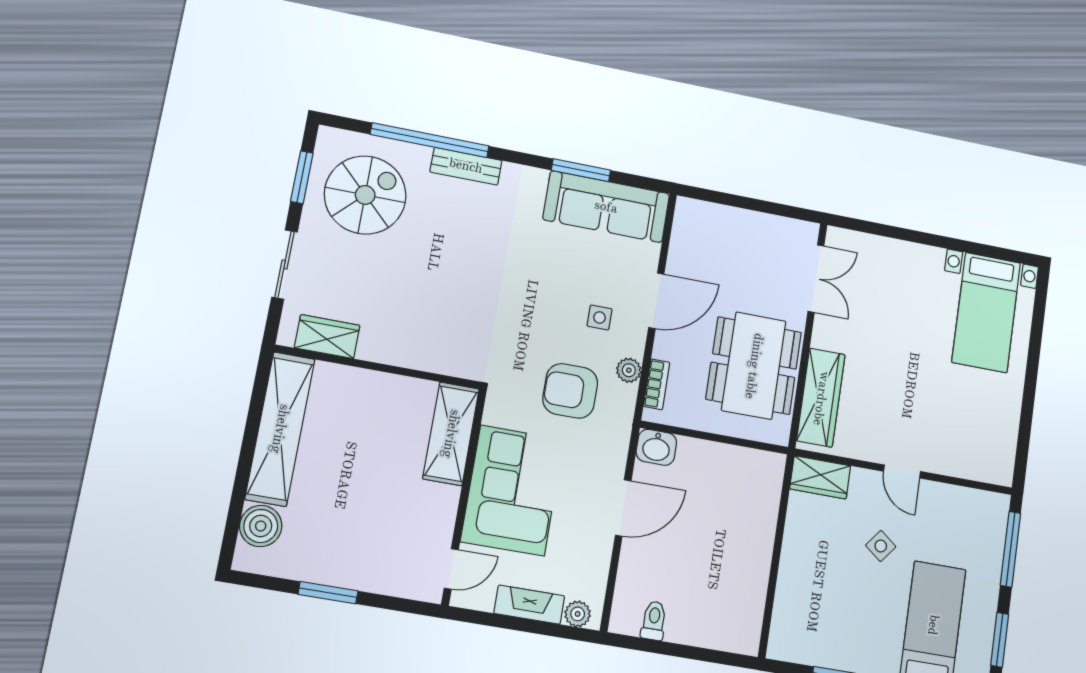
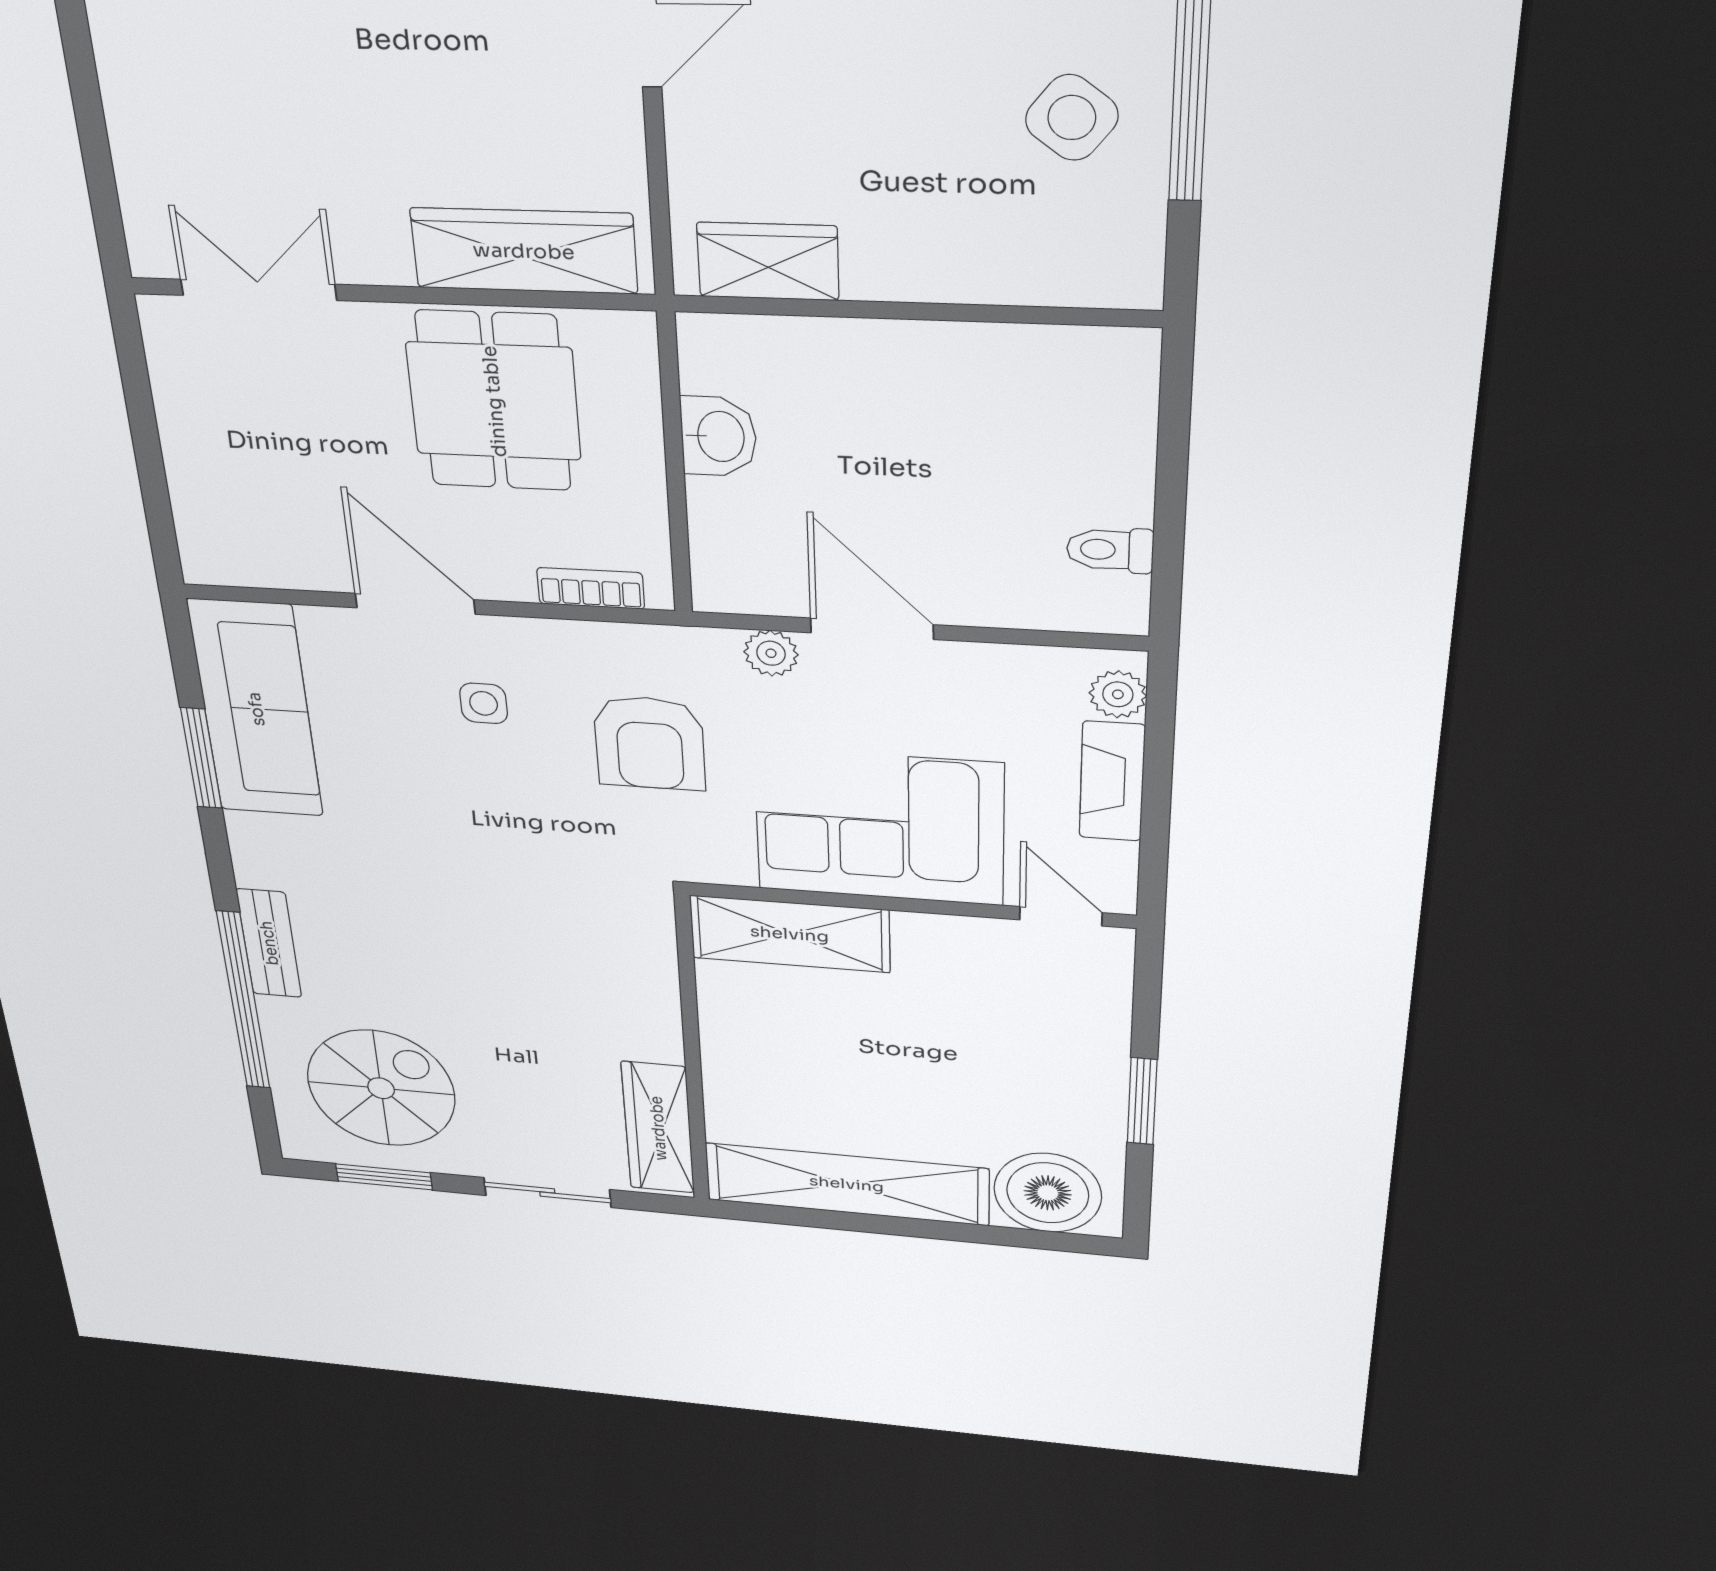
spiral stairs: (365, 195) -> (381, 1088), turned 90
wardrobe: (327, 337) -> (658, 1128), width x1.50
dining table: (754, 366) -> (494, 401), width x0.73
plant: (629, 370) -> (771, 653), moved
washbasin: (656, 447) -> (719, 436), moved
wardrobe: (820, 477) -> (768, 261), moved, turned -90
boiler: (261, 526) -> (1048, 1193), width x1.37, depth x1.37
side table: (881, 546) -> (1072, 118), moved, width x1.37, depth x1.37

